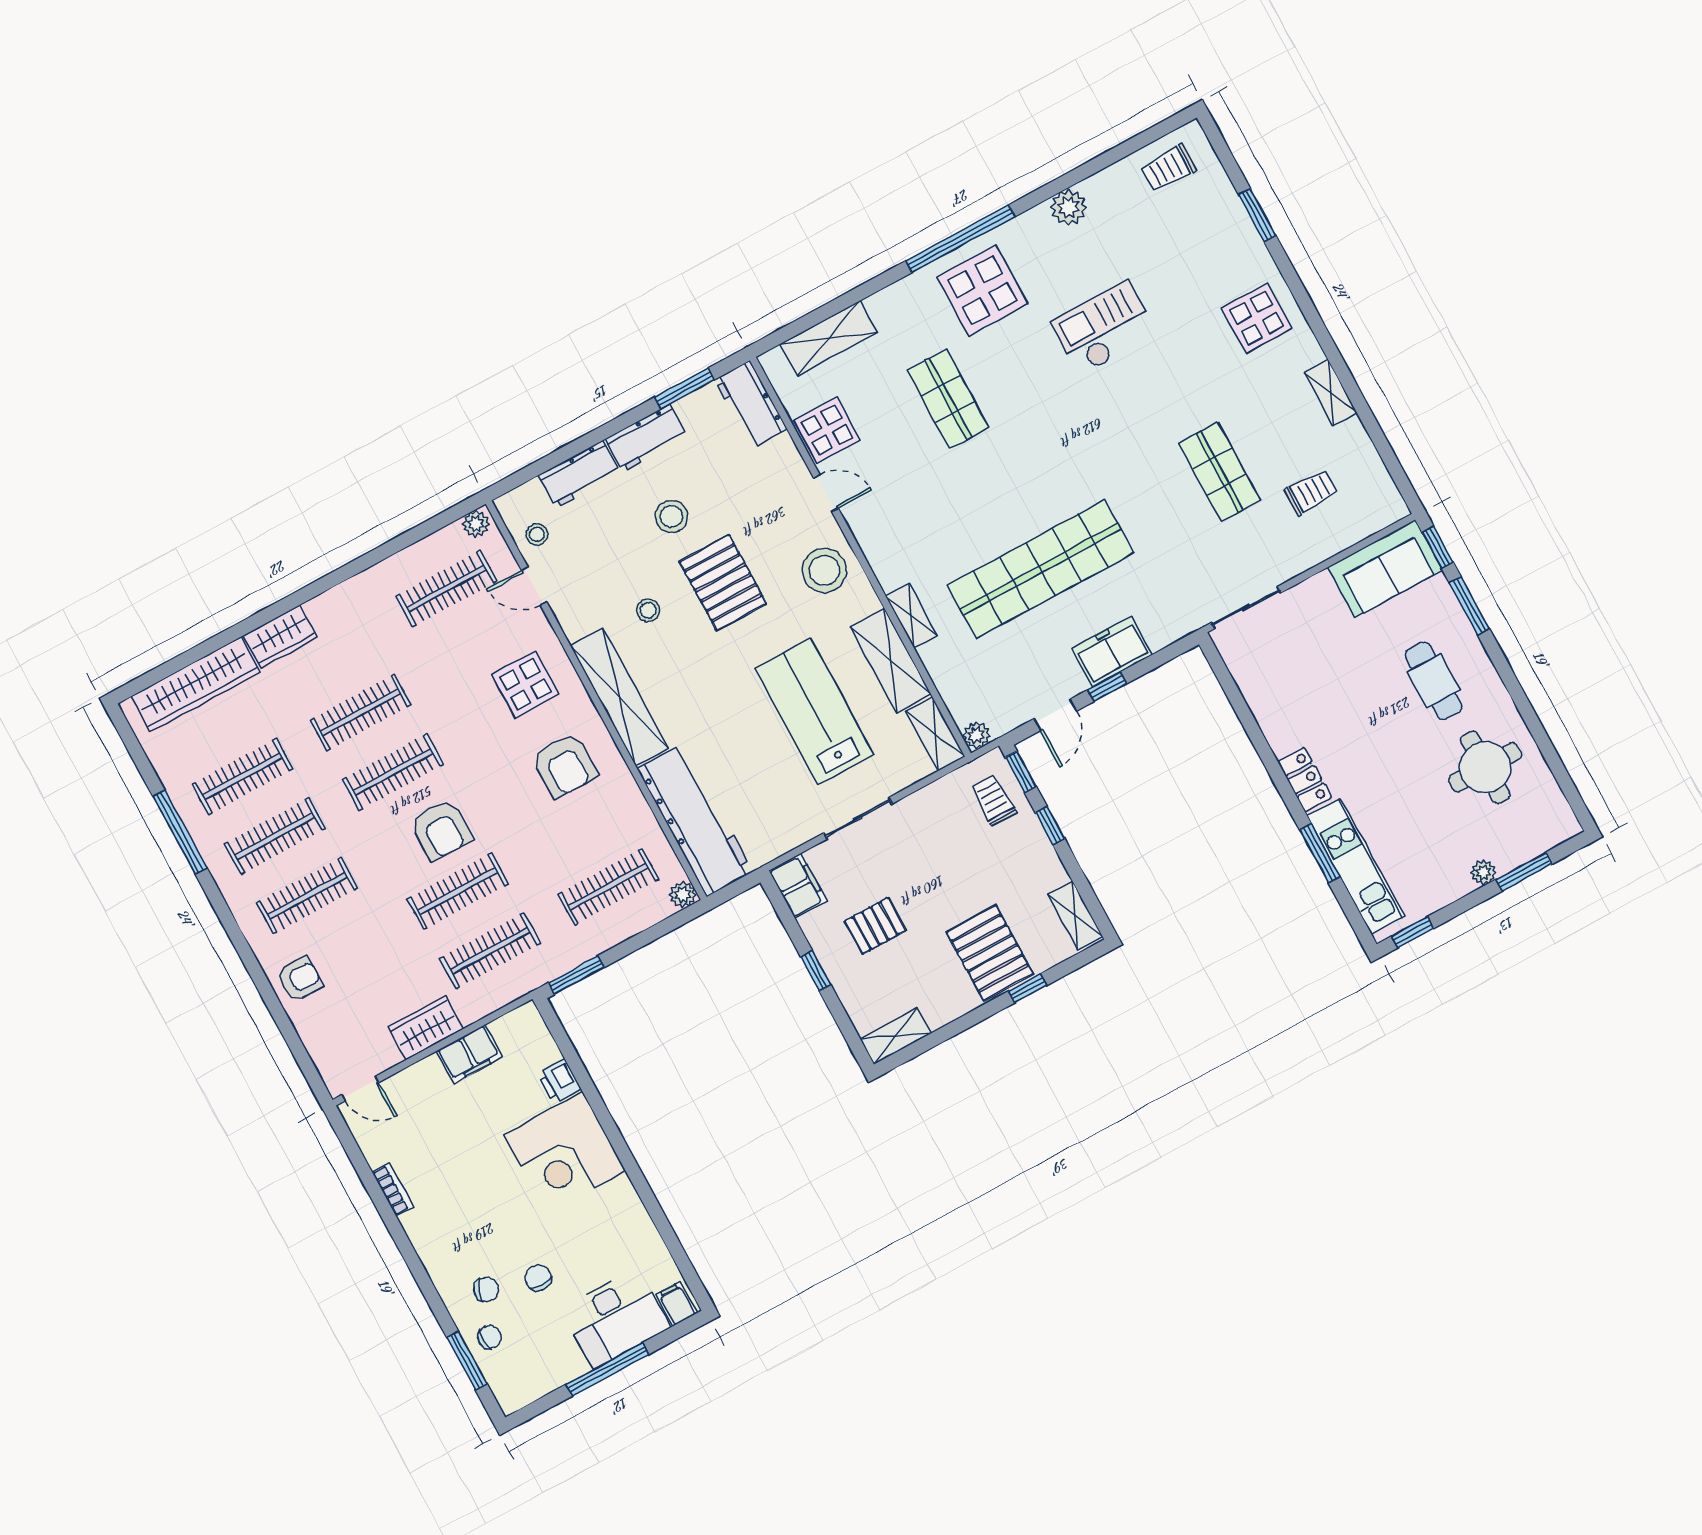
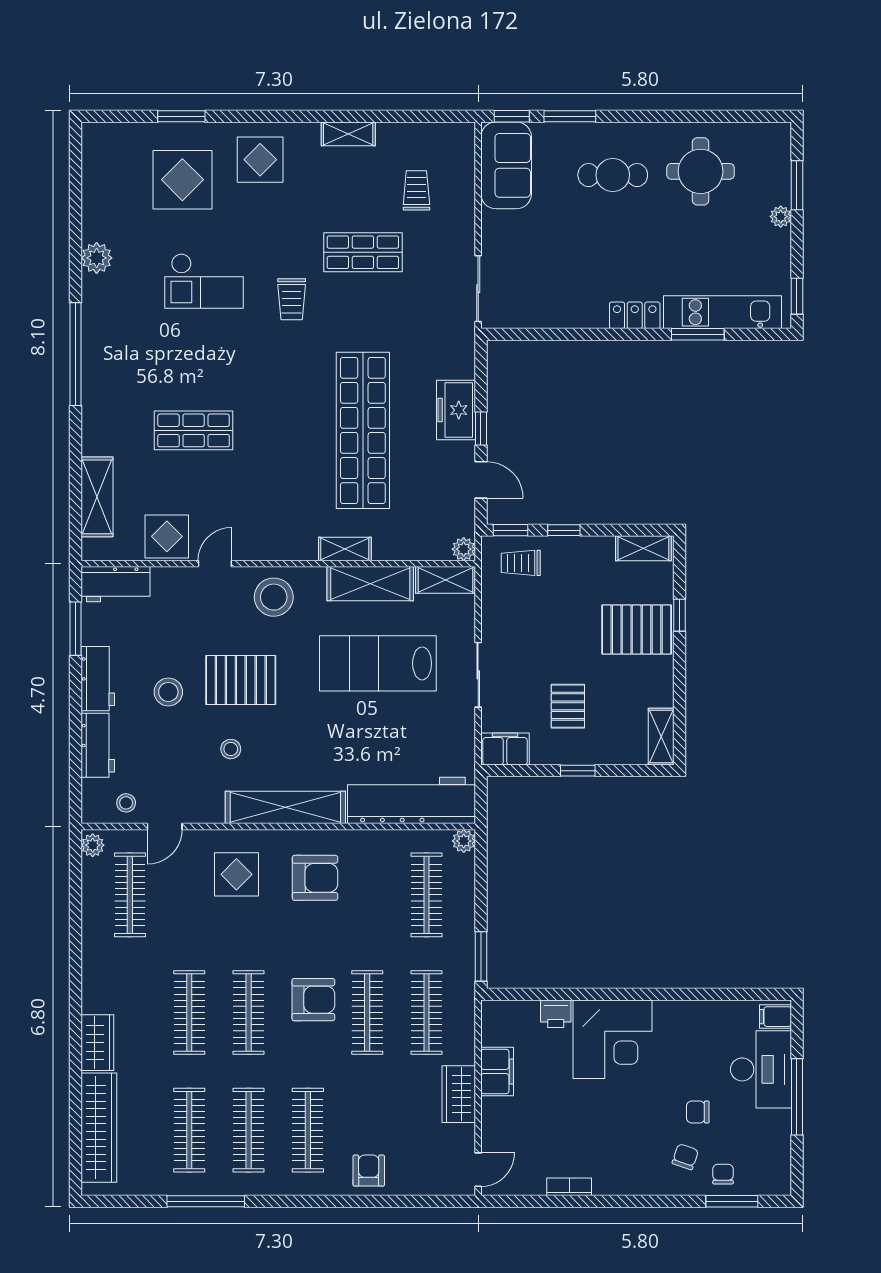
trolley: (1168, 168) -> (292, 299), moved
display table: (982, 290) -> (182, 180), moved
checkout: (1104, 328) -> (204, 281), turned -90

